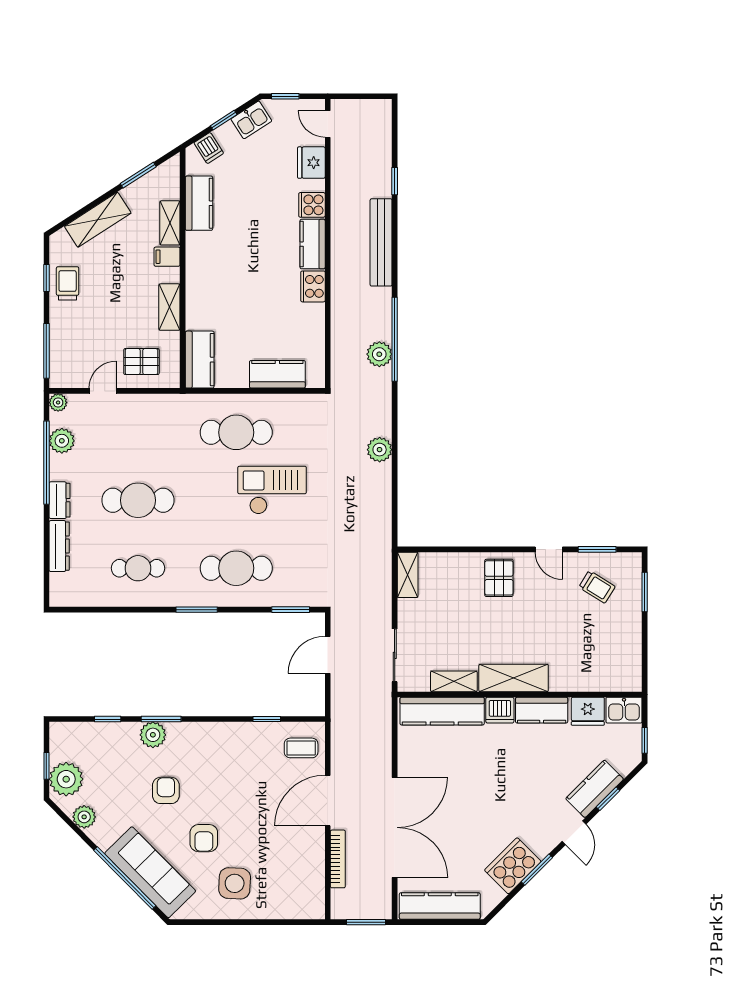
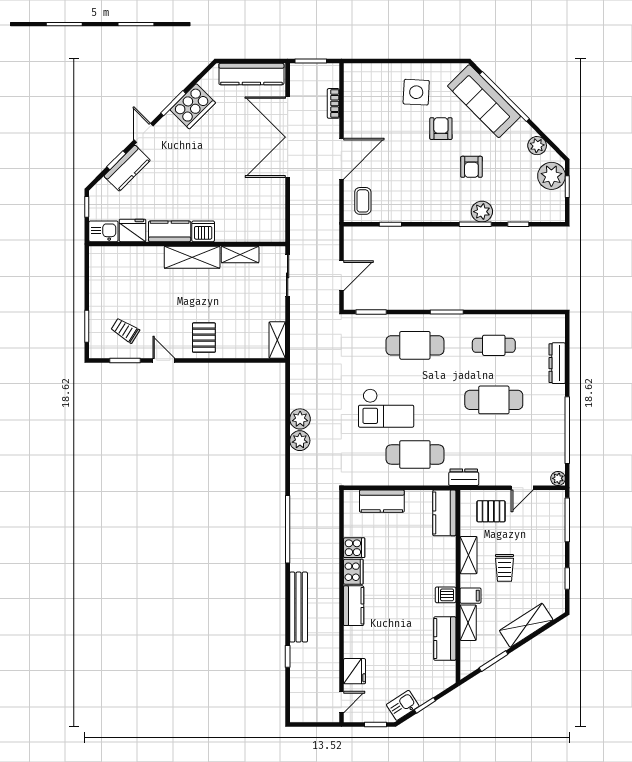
door: (328, 124) -> (341, 702), hinge flipped
dishwasher: (209, 148) -> (446, 595), moved, turned -57
cooker: (312, 205) -> (354, 548), moved
trolley: (68, 283) -> (505, 568), moved
plant: (379, 354) -> (300, 419), moved
plant: (62, 441) -> (555, 448), removed
dresser: (60, 500) -> (464, 477), moved, turned 90
kitchen counter: (442, 711) -> (249, 231), removed
coffee table: (301, 748) -> (363, 201), turned 90
bookcase: (338, 859) -> (333, 103), width x0.64

